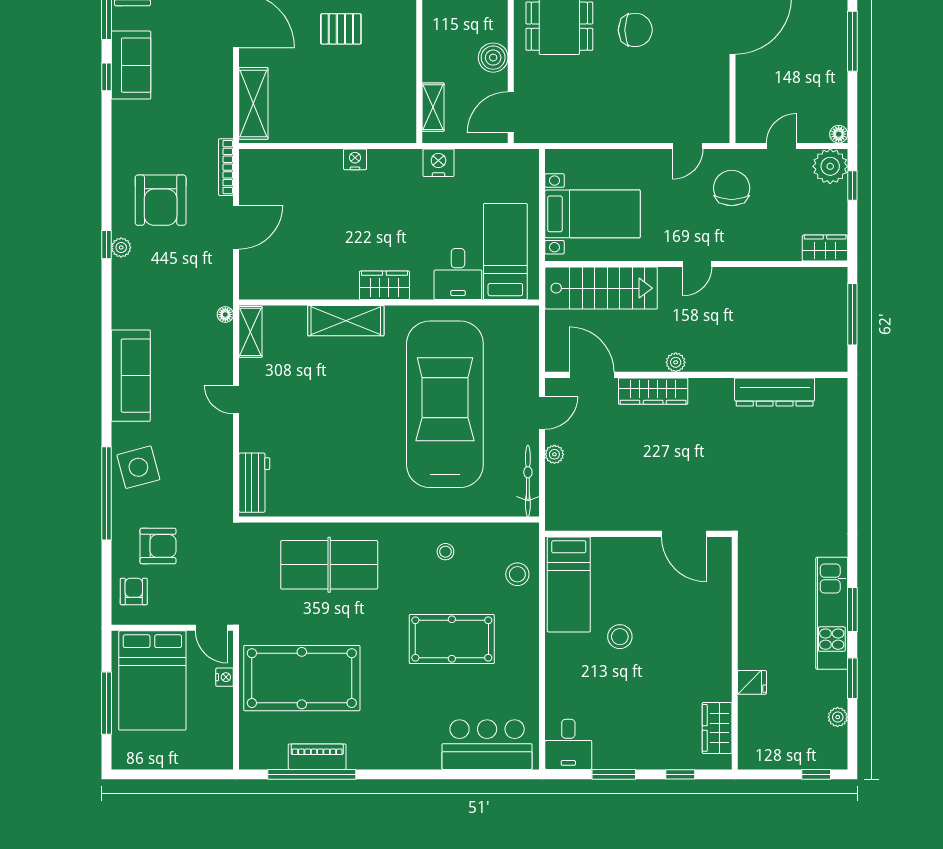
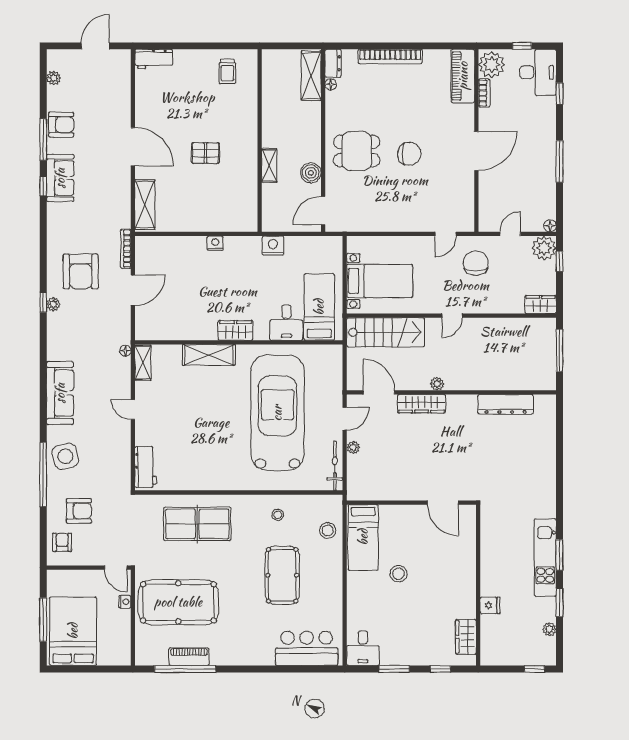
shelving: (433, 107) -> (269, 166), moved
pool table: (452, 639) -> (282, 575), turned 90
bed: (152, 680) -> (73, 631), moved, turned 180

